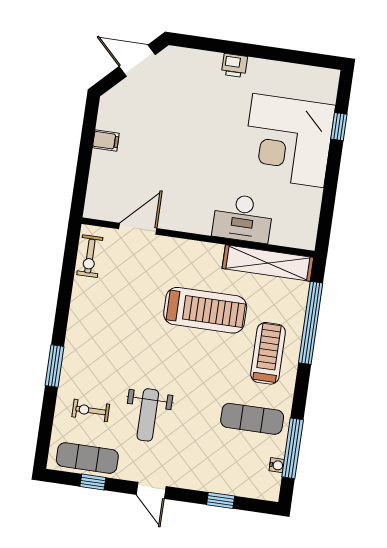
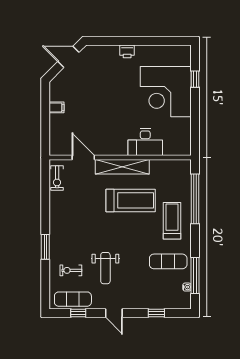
door: (138, 229) -> (83, 158), hinge flipped
shelving: (268, 263) -> (122, 167), moved

